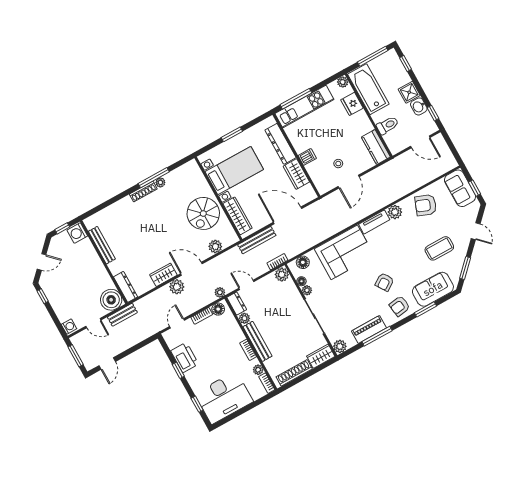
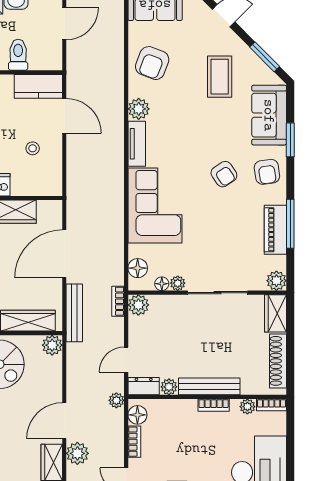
door: (349, 182) -> (64, 116), moved
plant: (215, 246) -> (52, 345), moved

